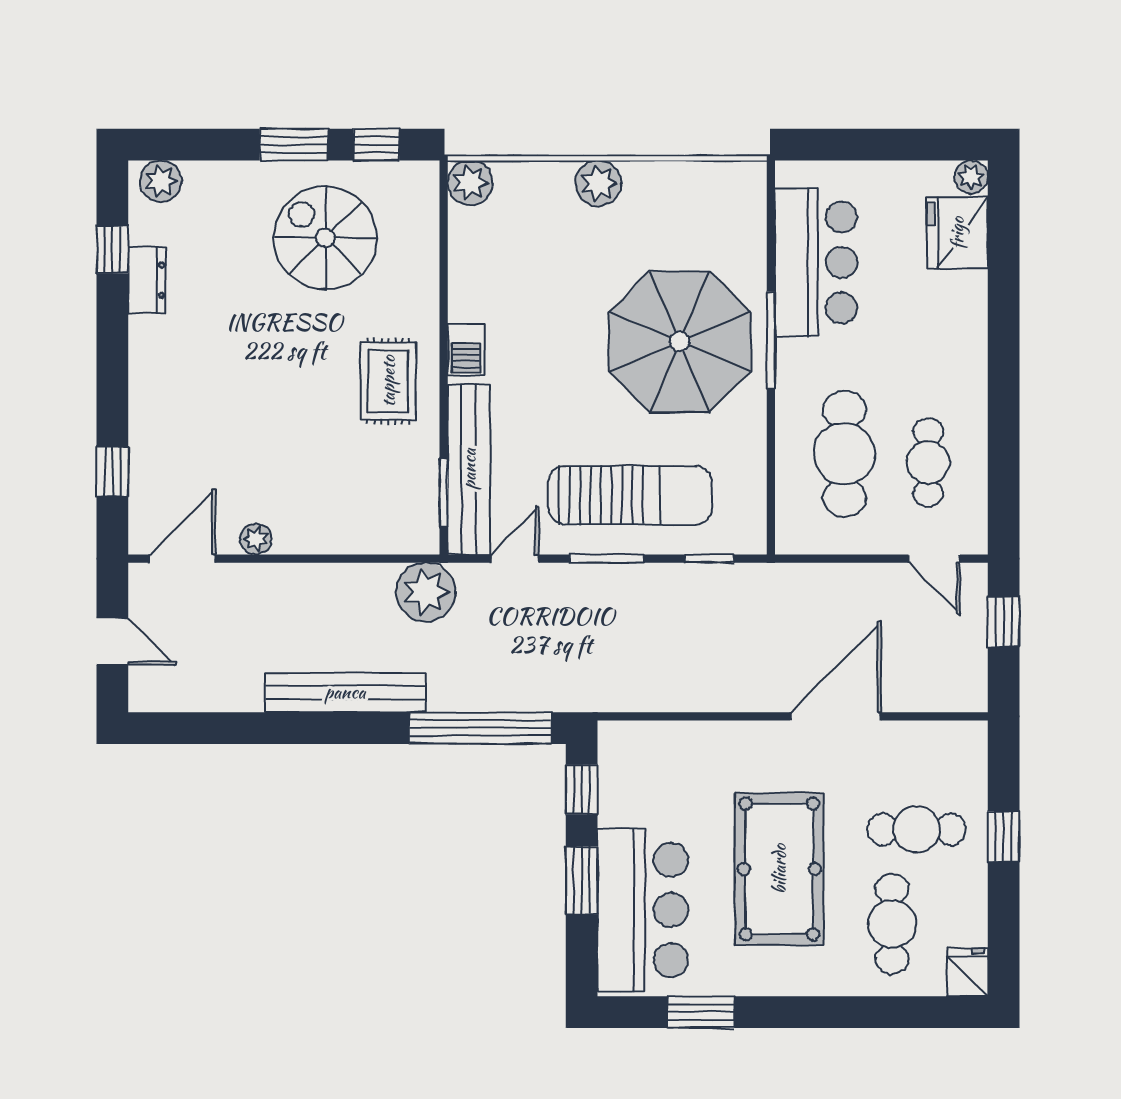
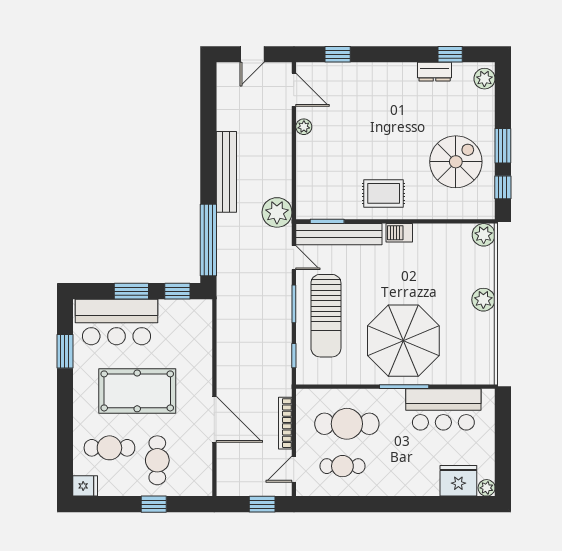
bookcase: (843, 576) -> (285, 423), added

